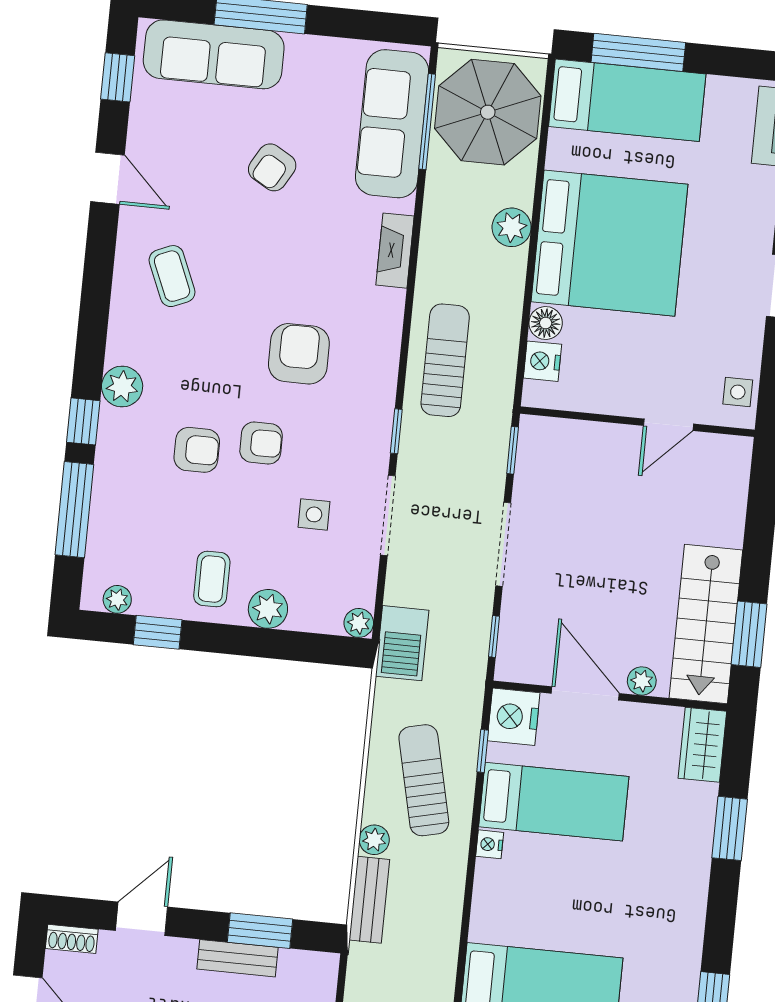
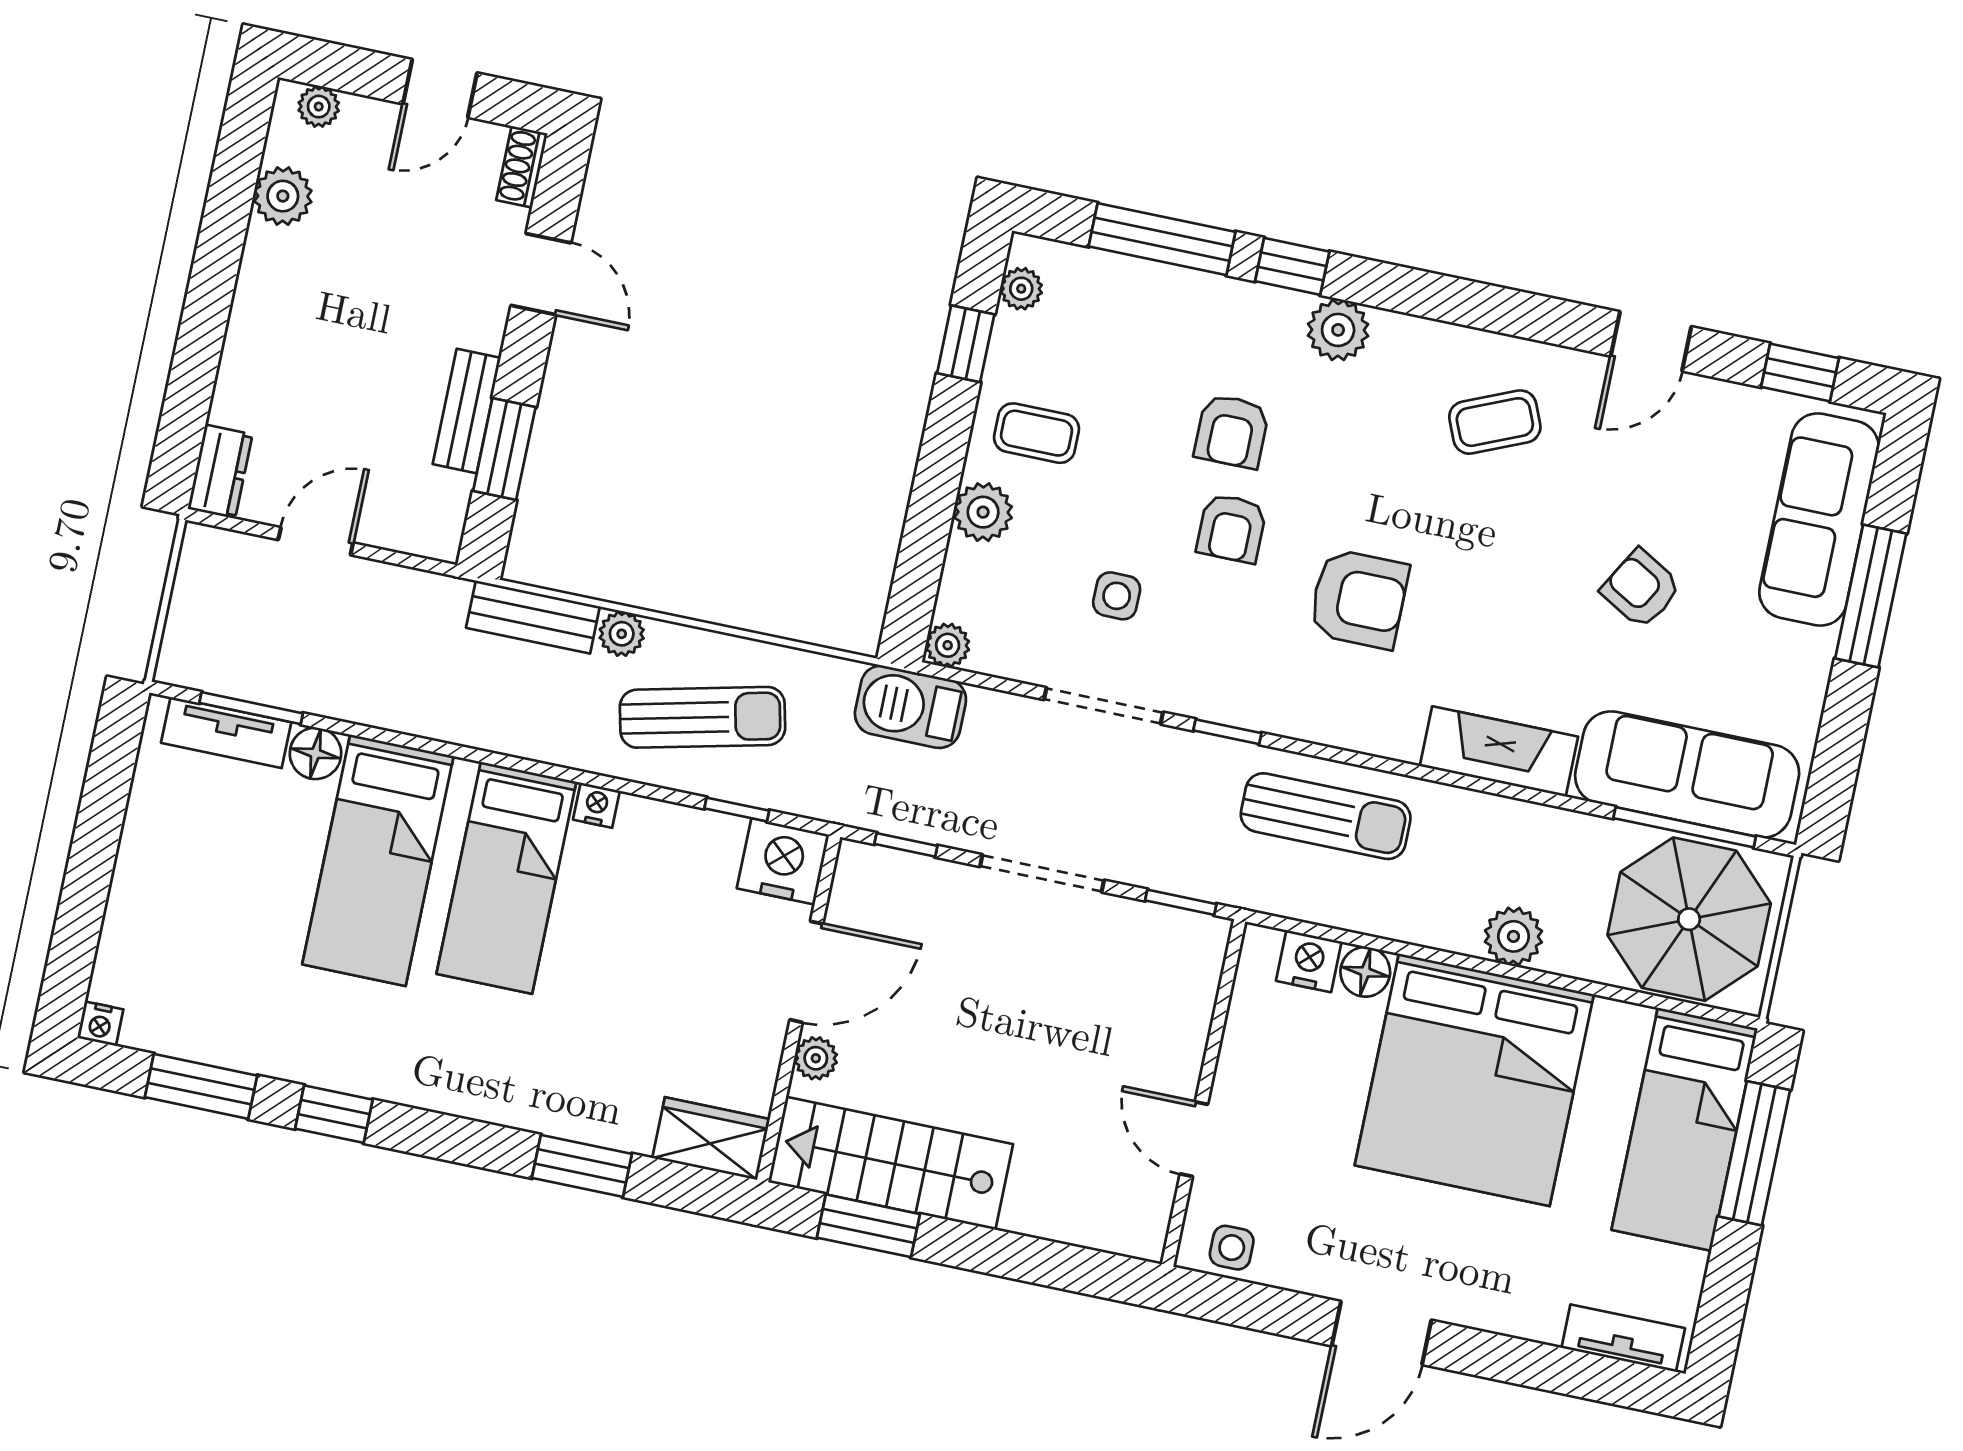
fireplace: (395, 251) -> (1499, 751), width x1.37, depth x1.32
bed: (554, 802) -> (506, 878), moved

